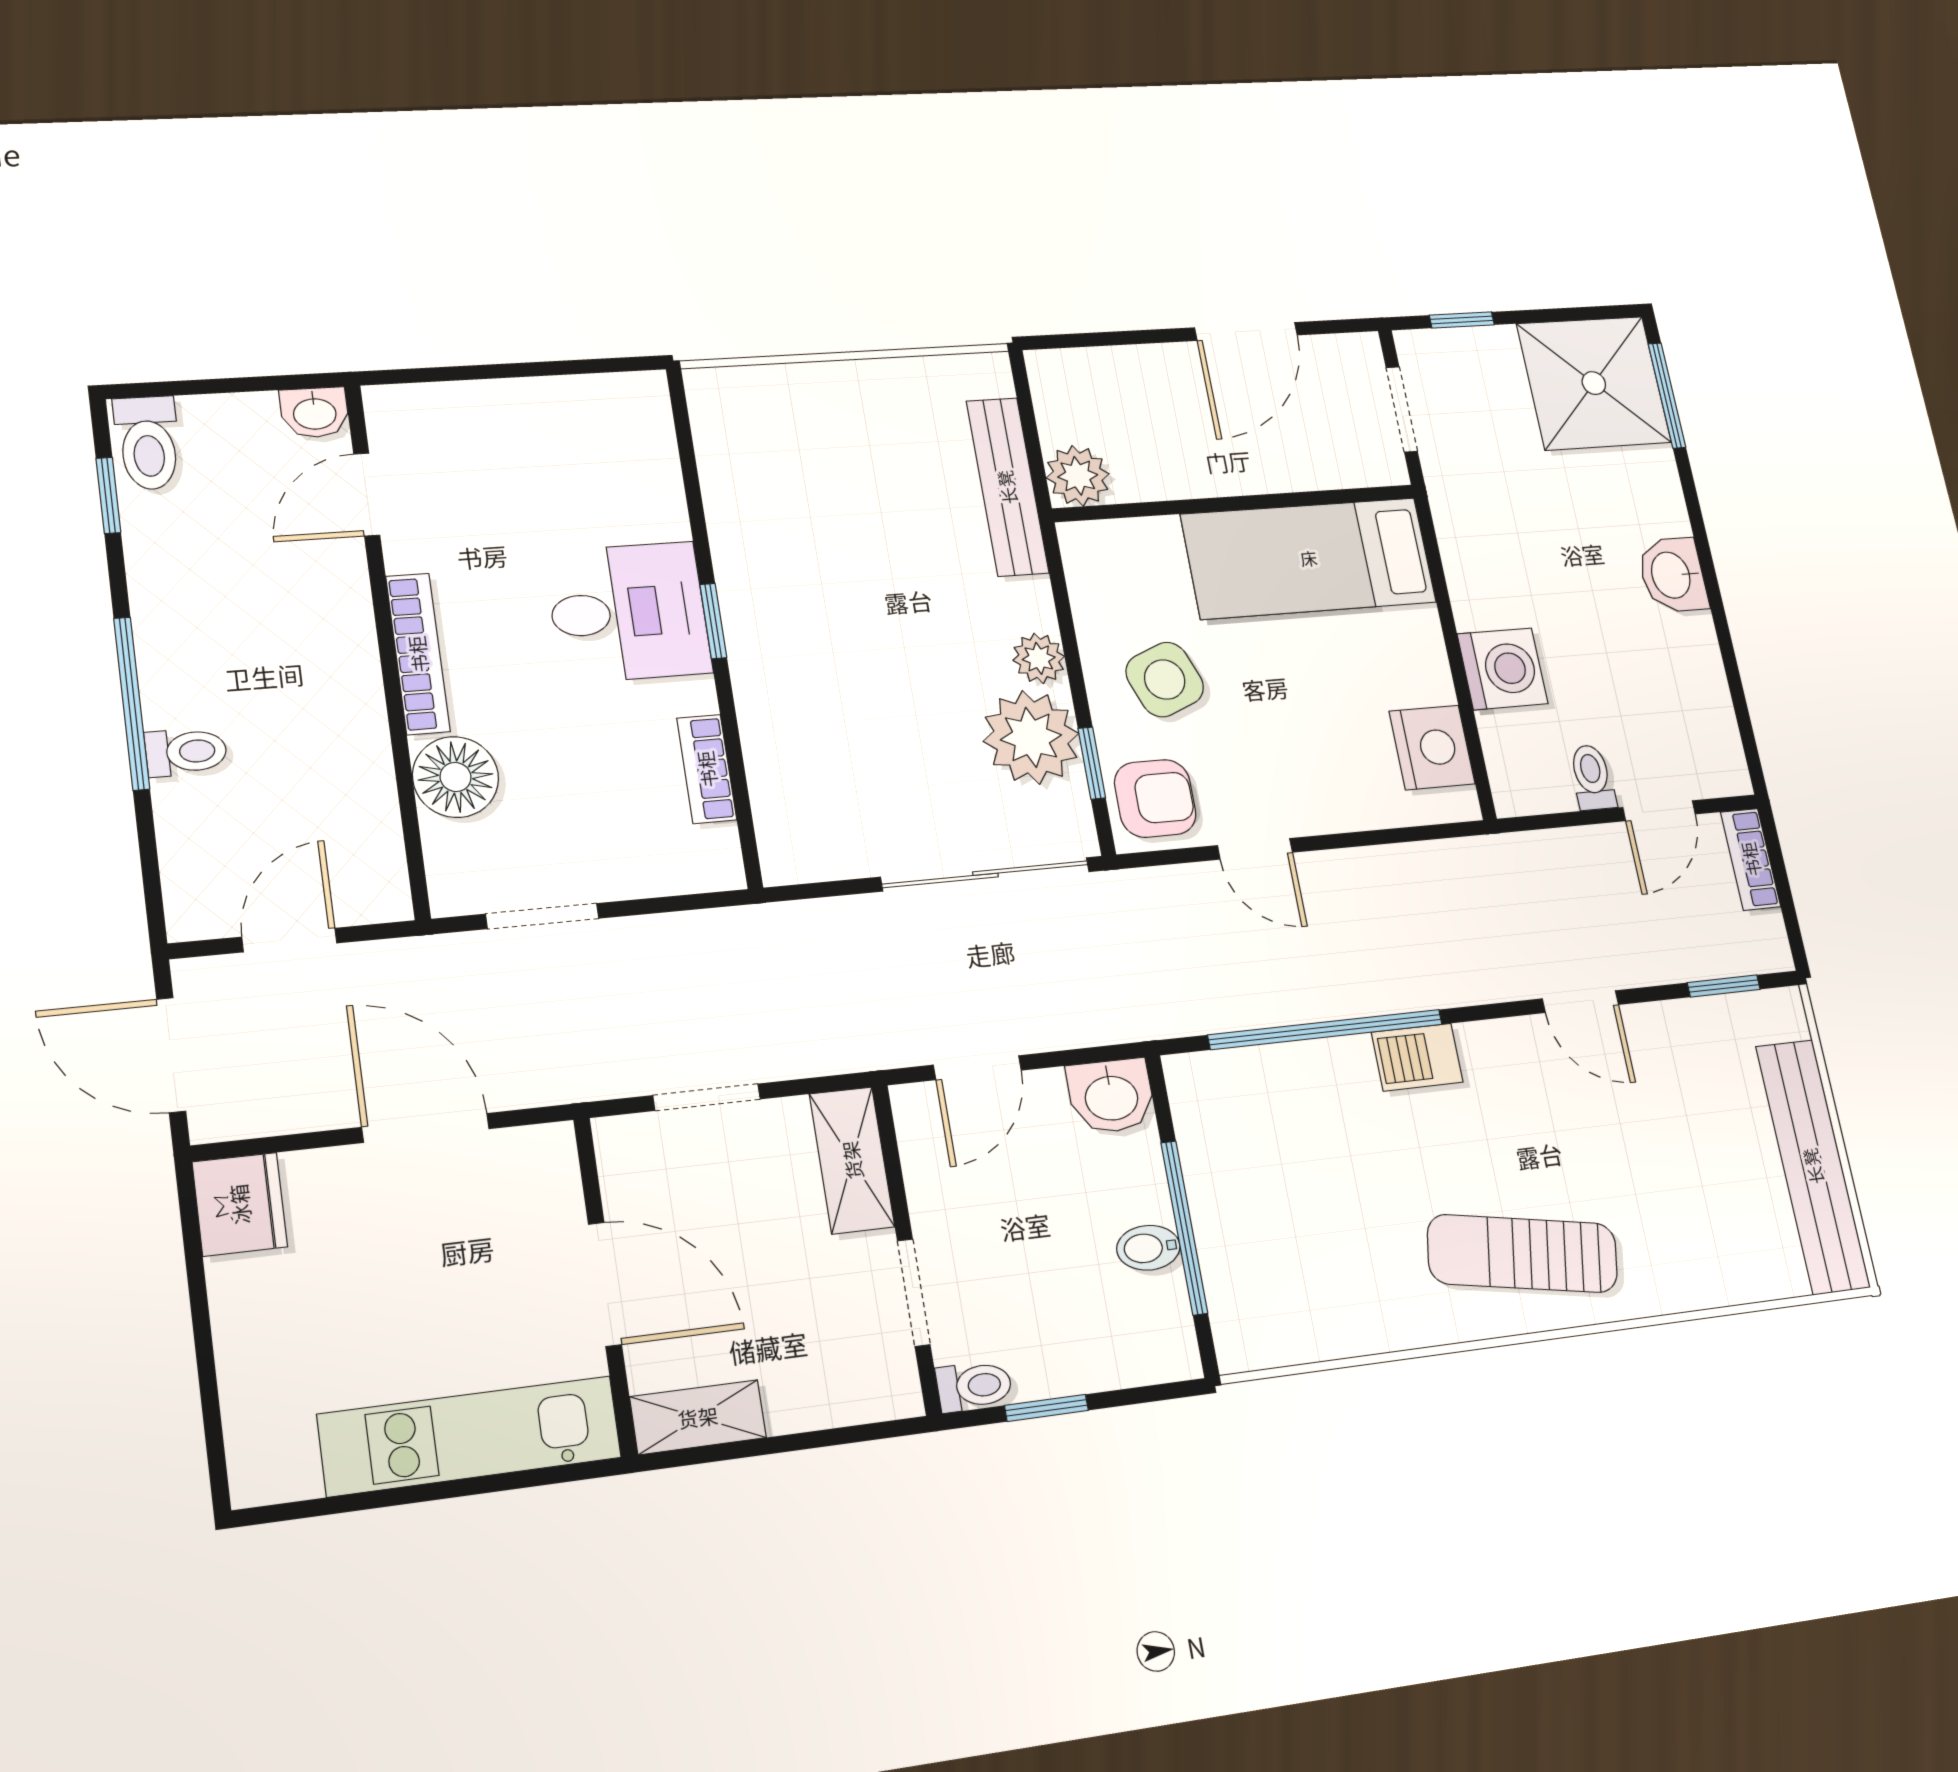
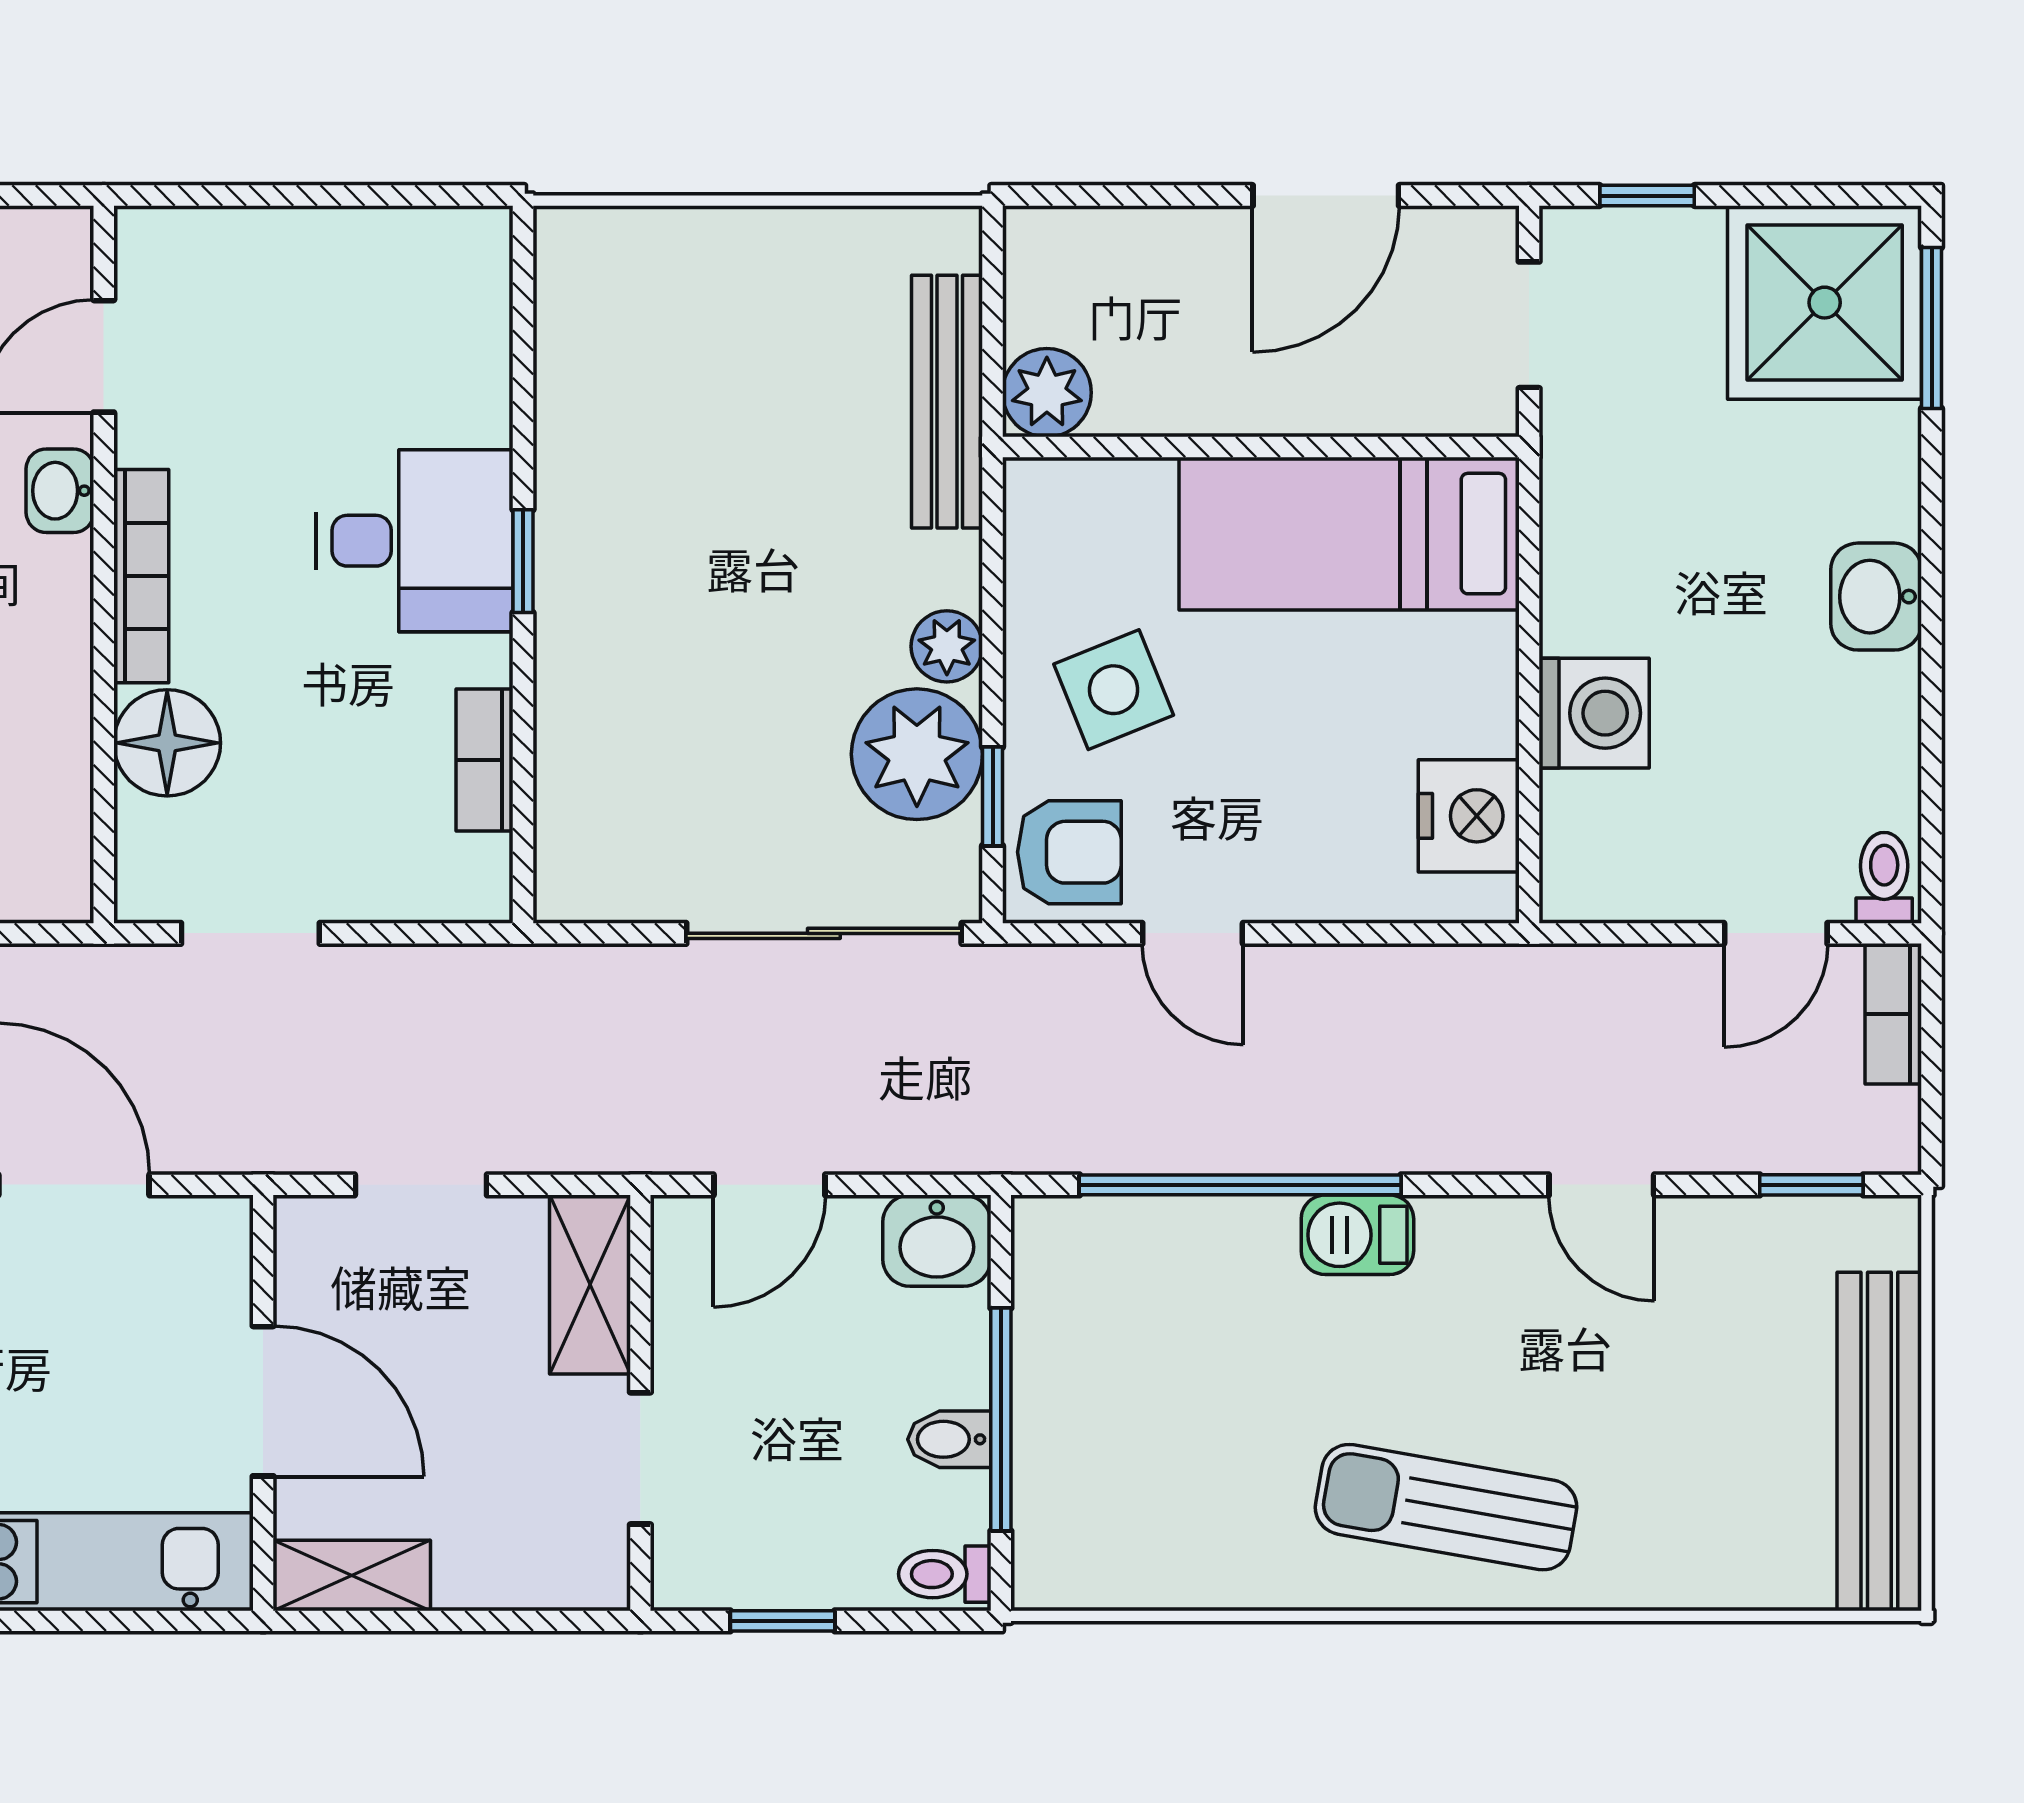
washbasin: (315, 413) -> (60, 491), moved, turned 90
toilet: (1592, 777) -> (1884, 878), moved
toilet: (974, 1386) -> (945, 1574), moved, turned 180

